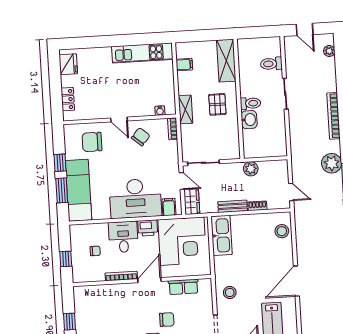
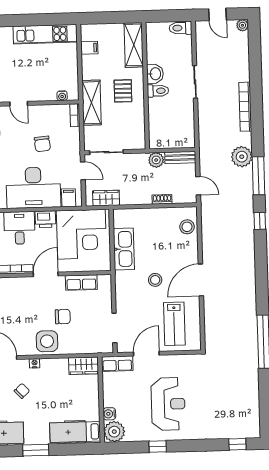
plant: (329, 51) -> (242, 25), moved
toilet: (271, 64) -> (181, 28), moved
shelving: (185, 109) -> (92, 103), width x1.50, depth x1.33
washbasin: (249, 120) -> (155, 74), moved
chair: (141, 137) -> (42, 144), moved, turned 133
wardrobe: (192, 202) -> (106, 198), moved, turned -90
bench: (233, 206) -> (180, 157), moved
kitchen sink: (222, 235) -> (124, 249), moved
stool: (230, 292) -> (155, 280), moved

